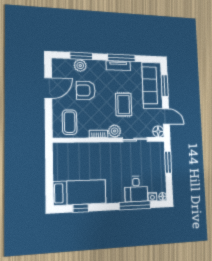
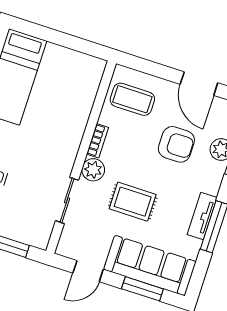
armchair: (86, 90) -> (176, 144), turned 90
floor lamp: (158, 131) -> (67, 247), removed

